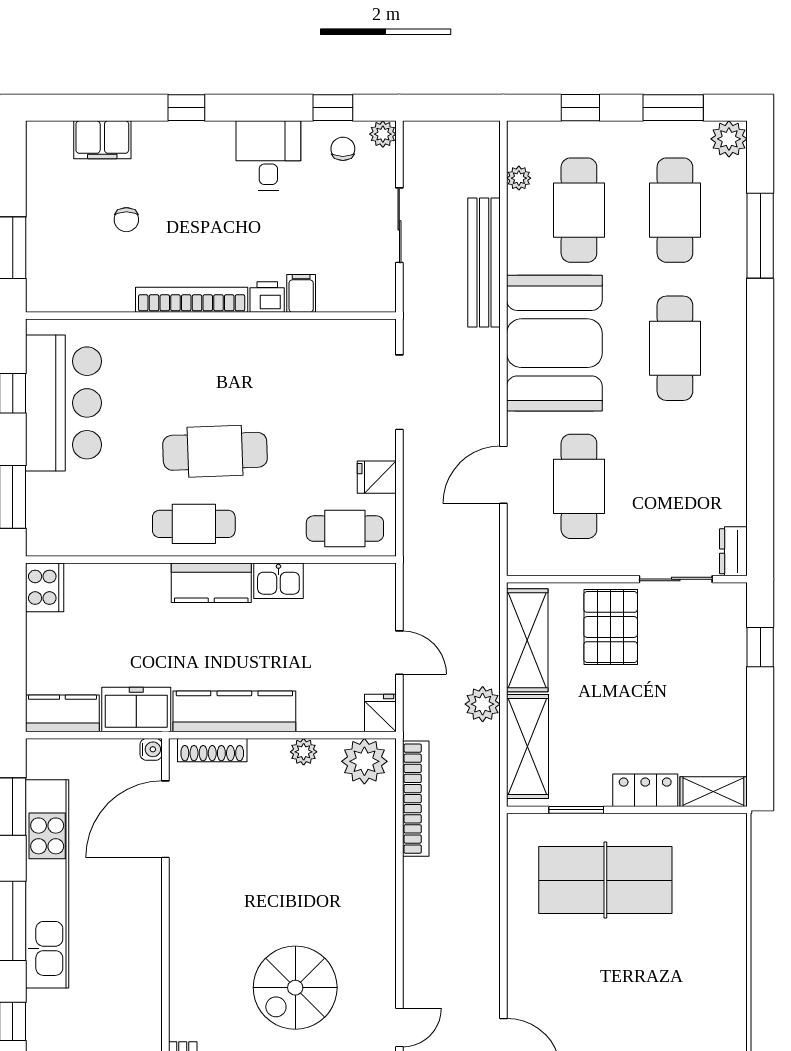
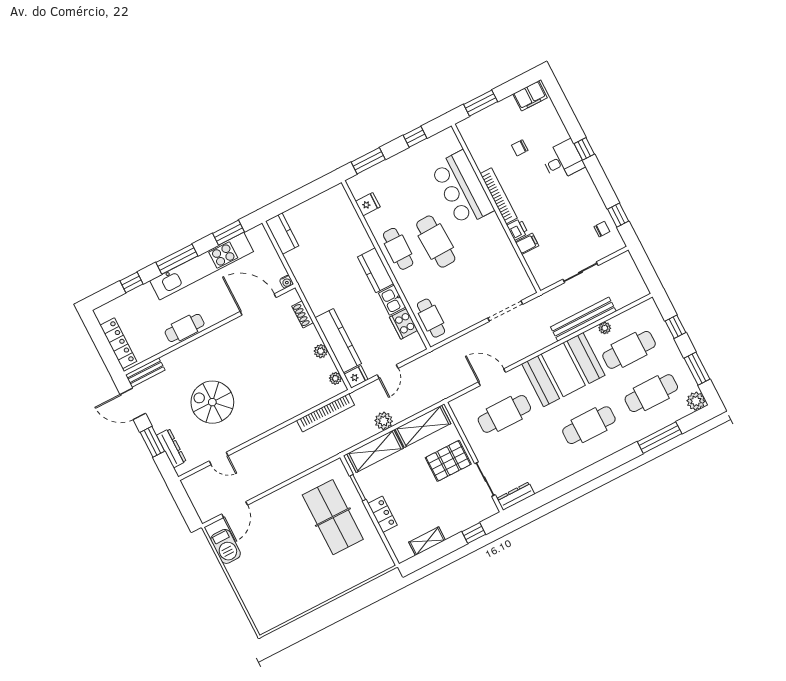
plant: (383, 134) -> (618, 244), removed
filing cabinet: (102, 140) -> (530, 96), moved, turned -90
desk: (268, 155) -> (563, 160), moved
plant: (519, 178) -> (605, 328), moved
bar counter: (63, 403) -> (462, 188), moved, turned 90
fridge: (377, 477) -> (368, 204), moved, turned 90
dresser: (733, 551) -> (516, 496), width x1.44
cooker: (45, 587) -> (404, 324), moved, turned 90
freezer: (136, 709) -> (301, 266), removed
kitchen counter: (234, 711) -> (338, 341), moved
shoe rack: (212, 750) -> (303, 314), width x0.70
plant: (364, 761) -> (335, 378), width x0.53, depth x0.53
shelving: (713, 792) -> (427, 541), moved, turned 90
cafe table: (140, 970) -> (185, 328), added

